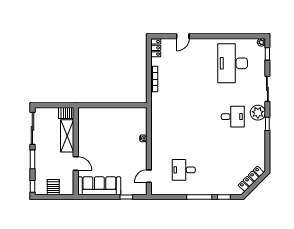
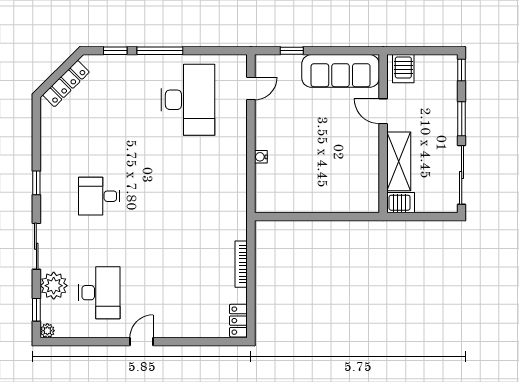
door: (183, 36) -> (141, 342), moved
desk: (233, 63) -> (99, 293), width x0.73, depth x0.77
plant: (258, 113) -> (54, 286), moved
desk: (184, 170) -> (188, 100), width x1.87, depth x1.30
server rack: (53, 187) -> (403, 69), moved

